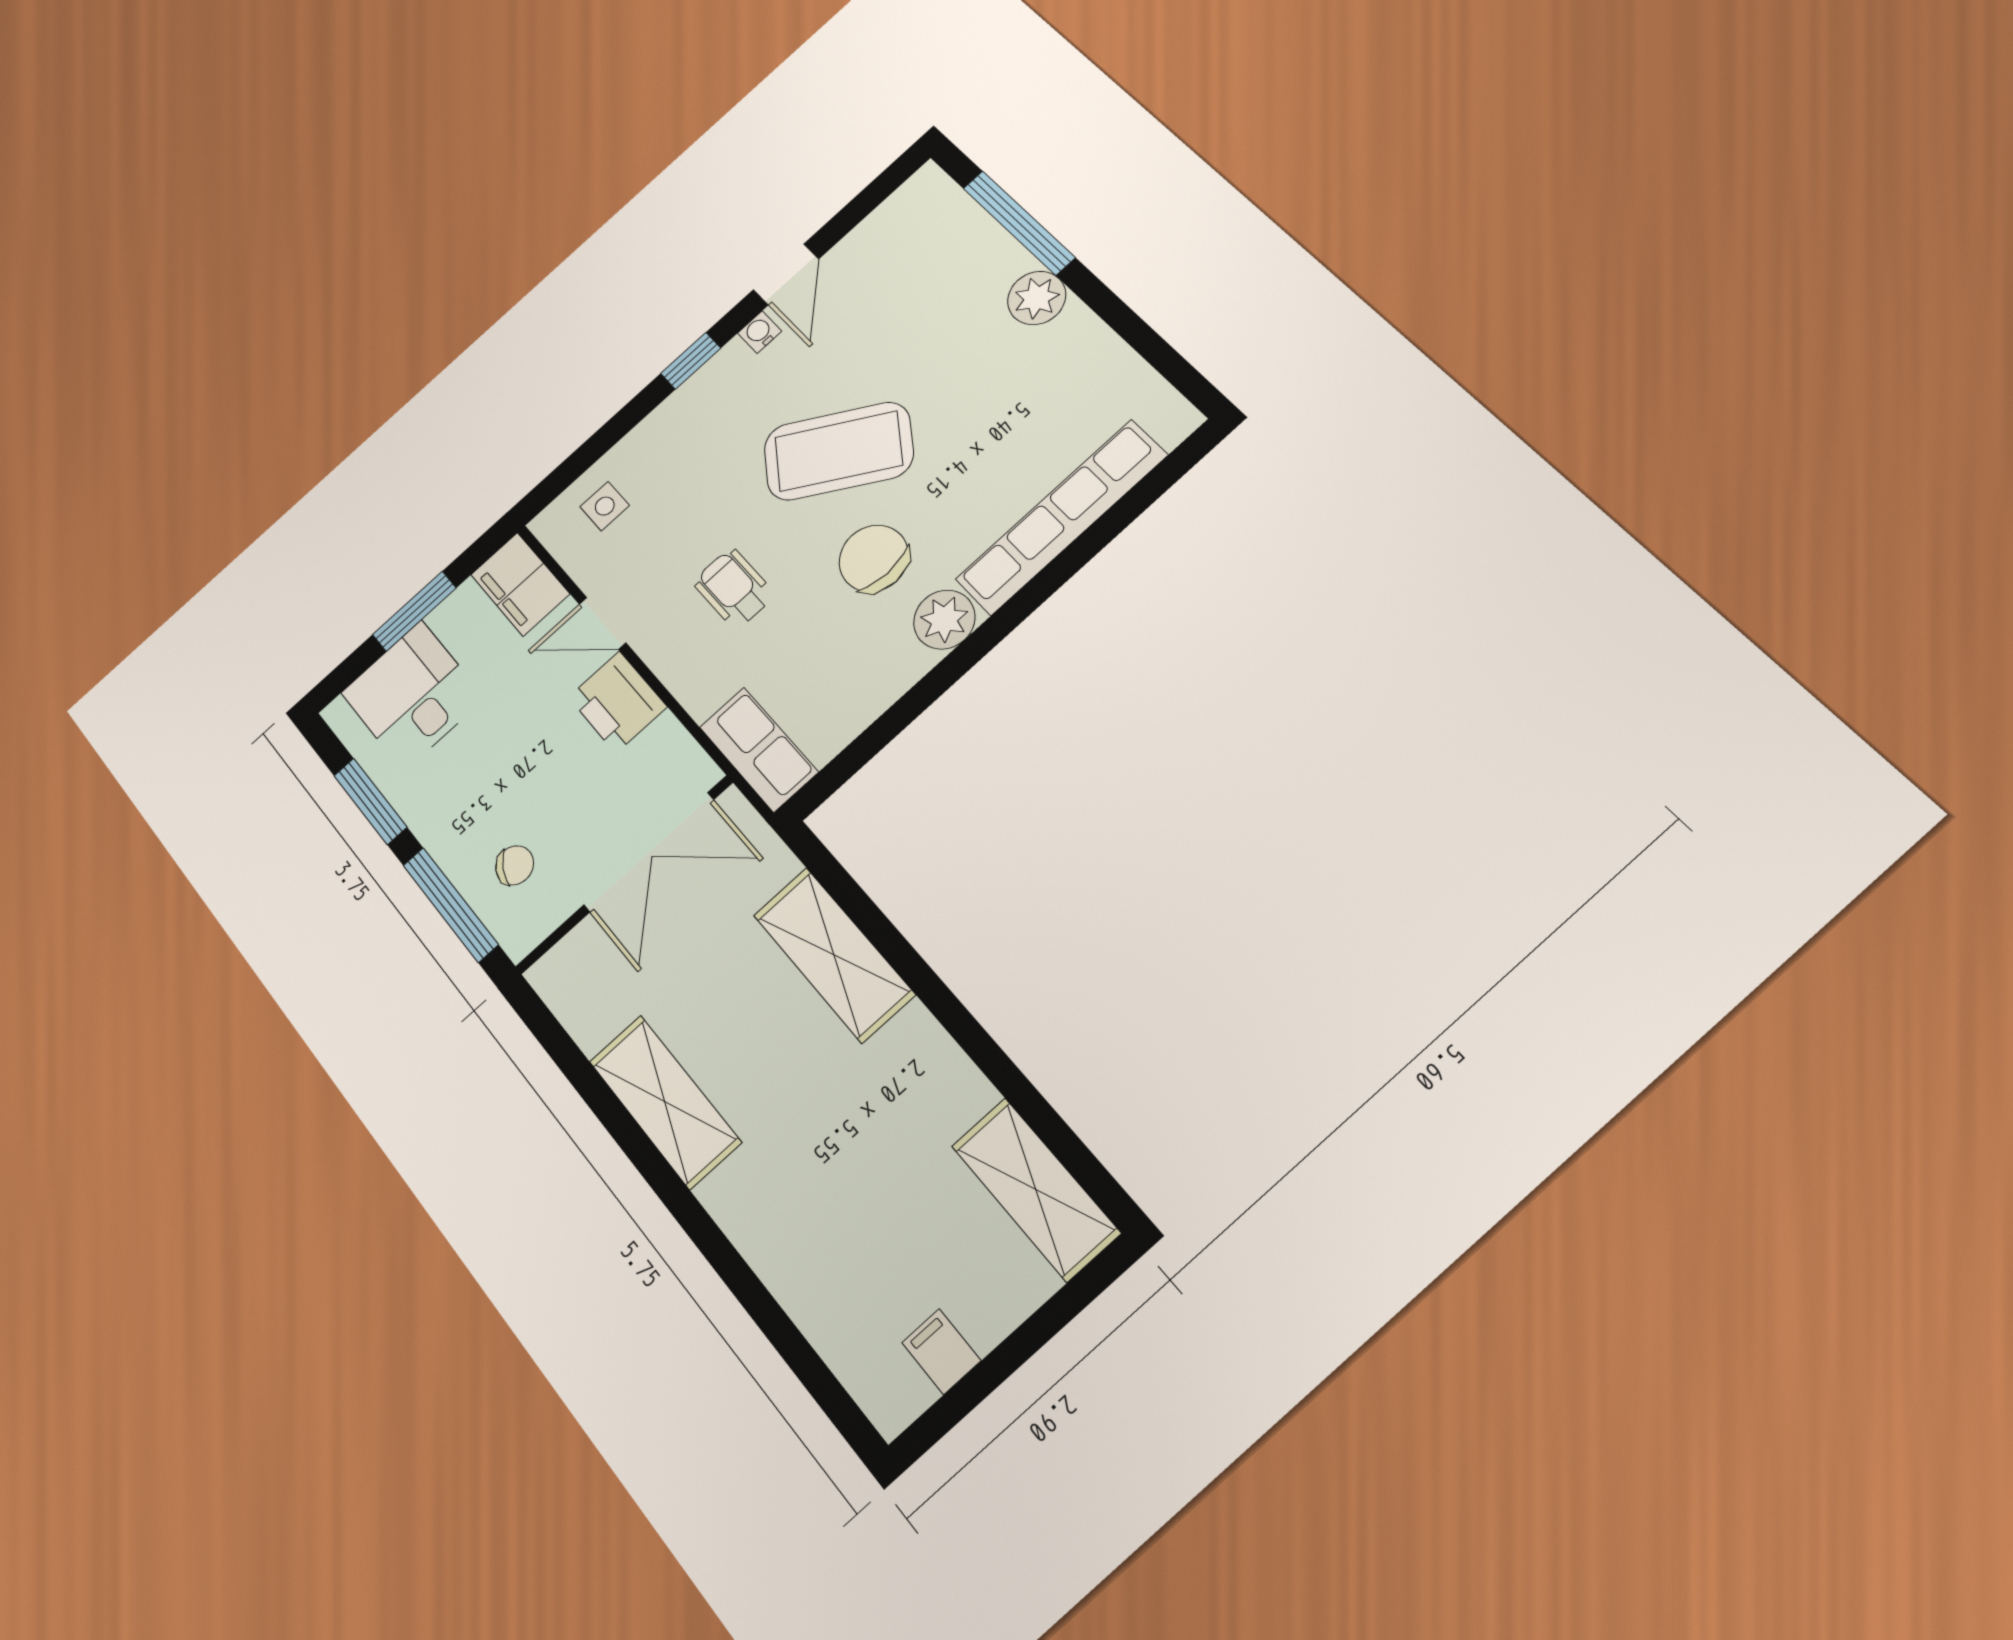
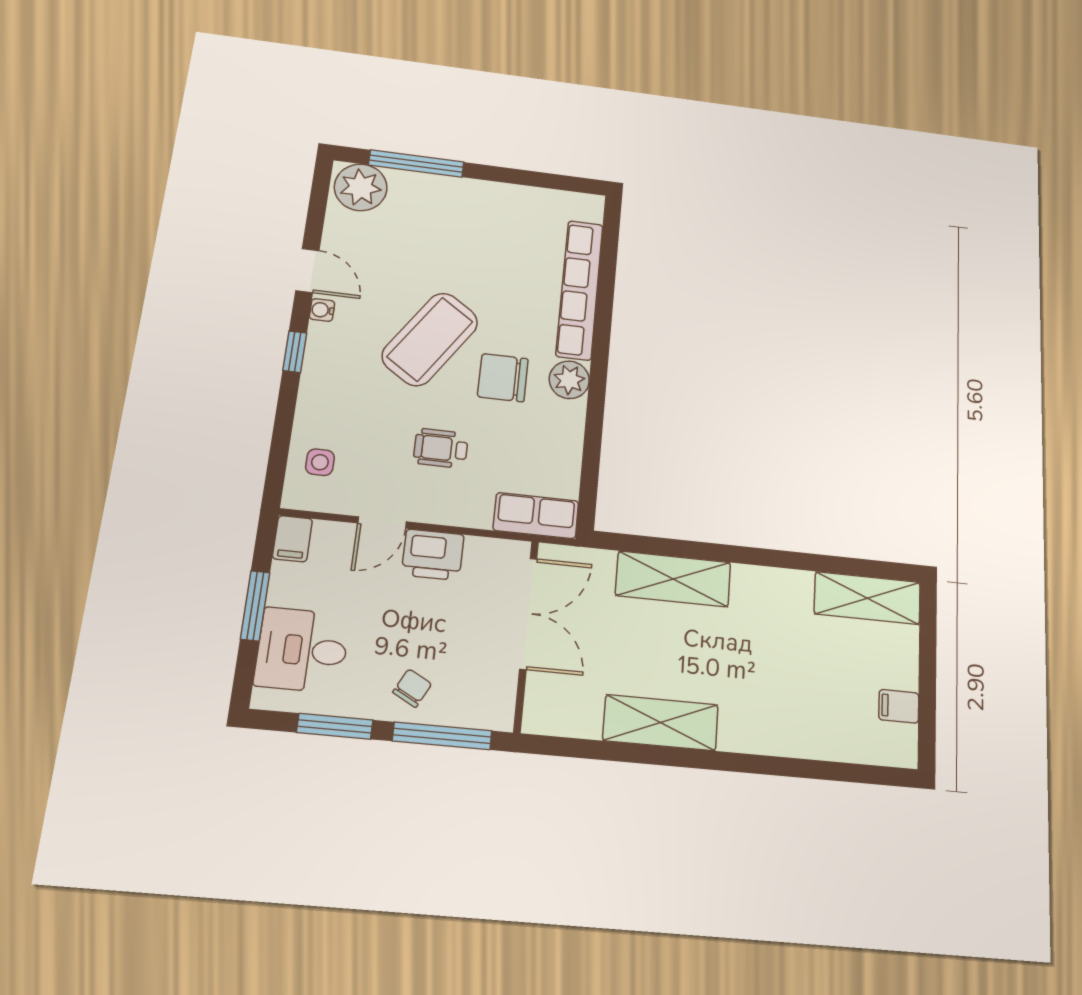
plant: (1037, 298) -> (361, 187), moved, width x1.36, depth x1.36
filing cabinet: (520, 584) -> (292, 539), width x0.50
chair: (515, 865) -> (412, 688), moved

